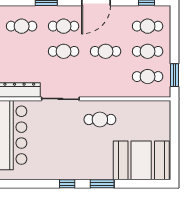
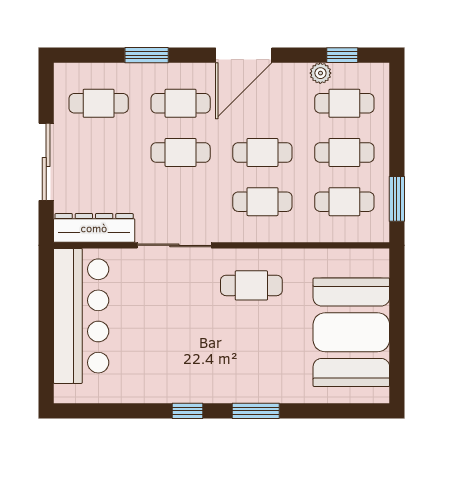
plant: (135, 11) -> (320, 73), added
cafe table: (106, 77) -> (262, 202), added
booth: (141, 160) -> (351, 332), moved, turned 90

